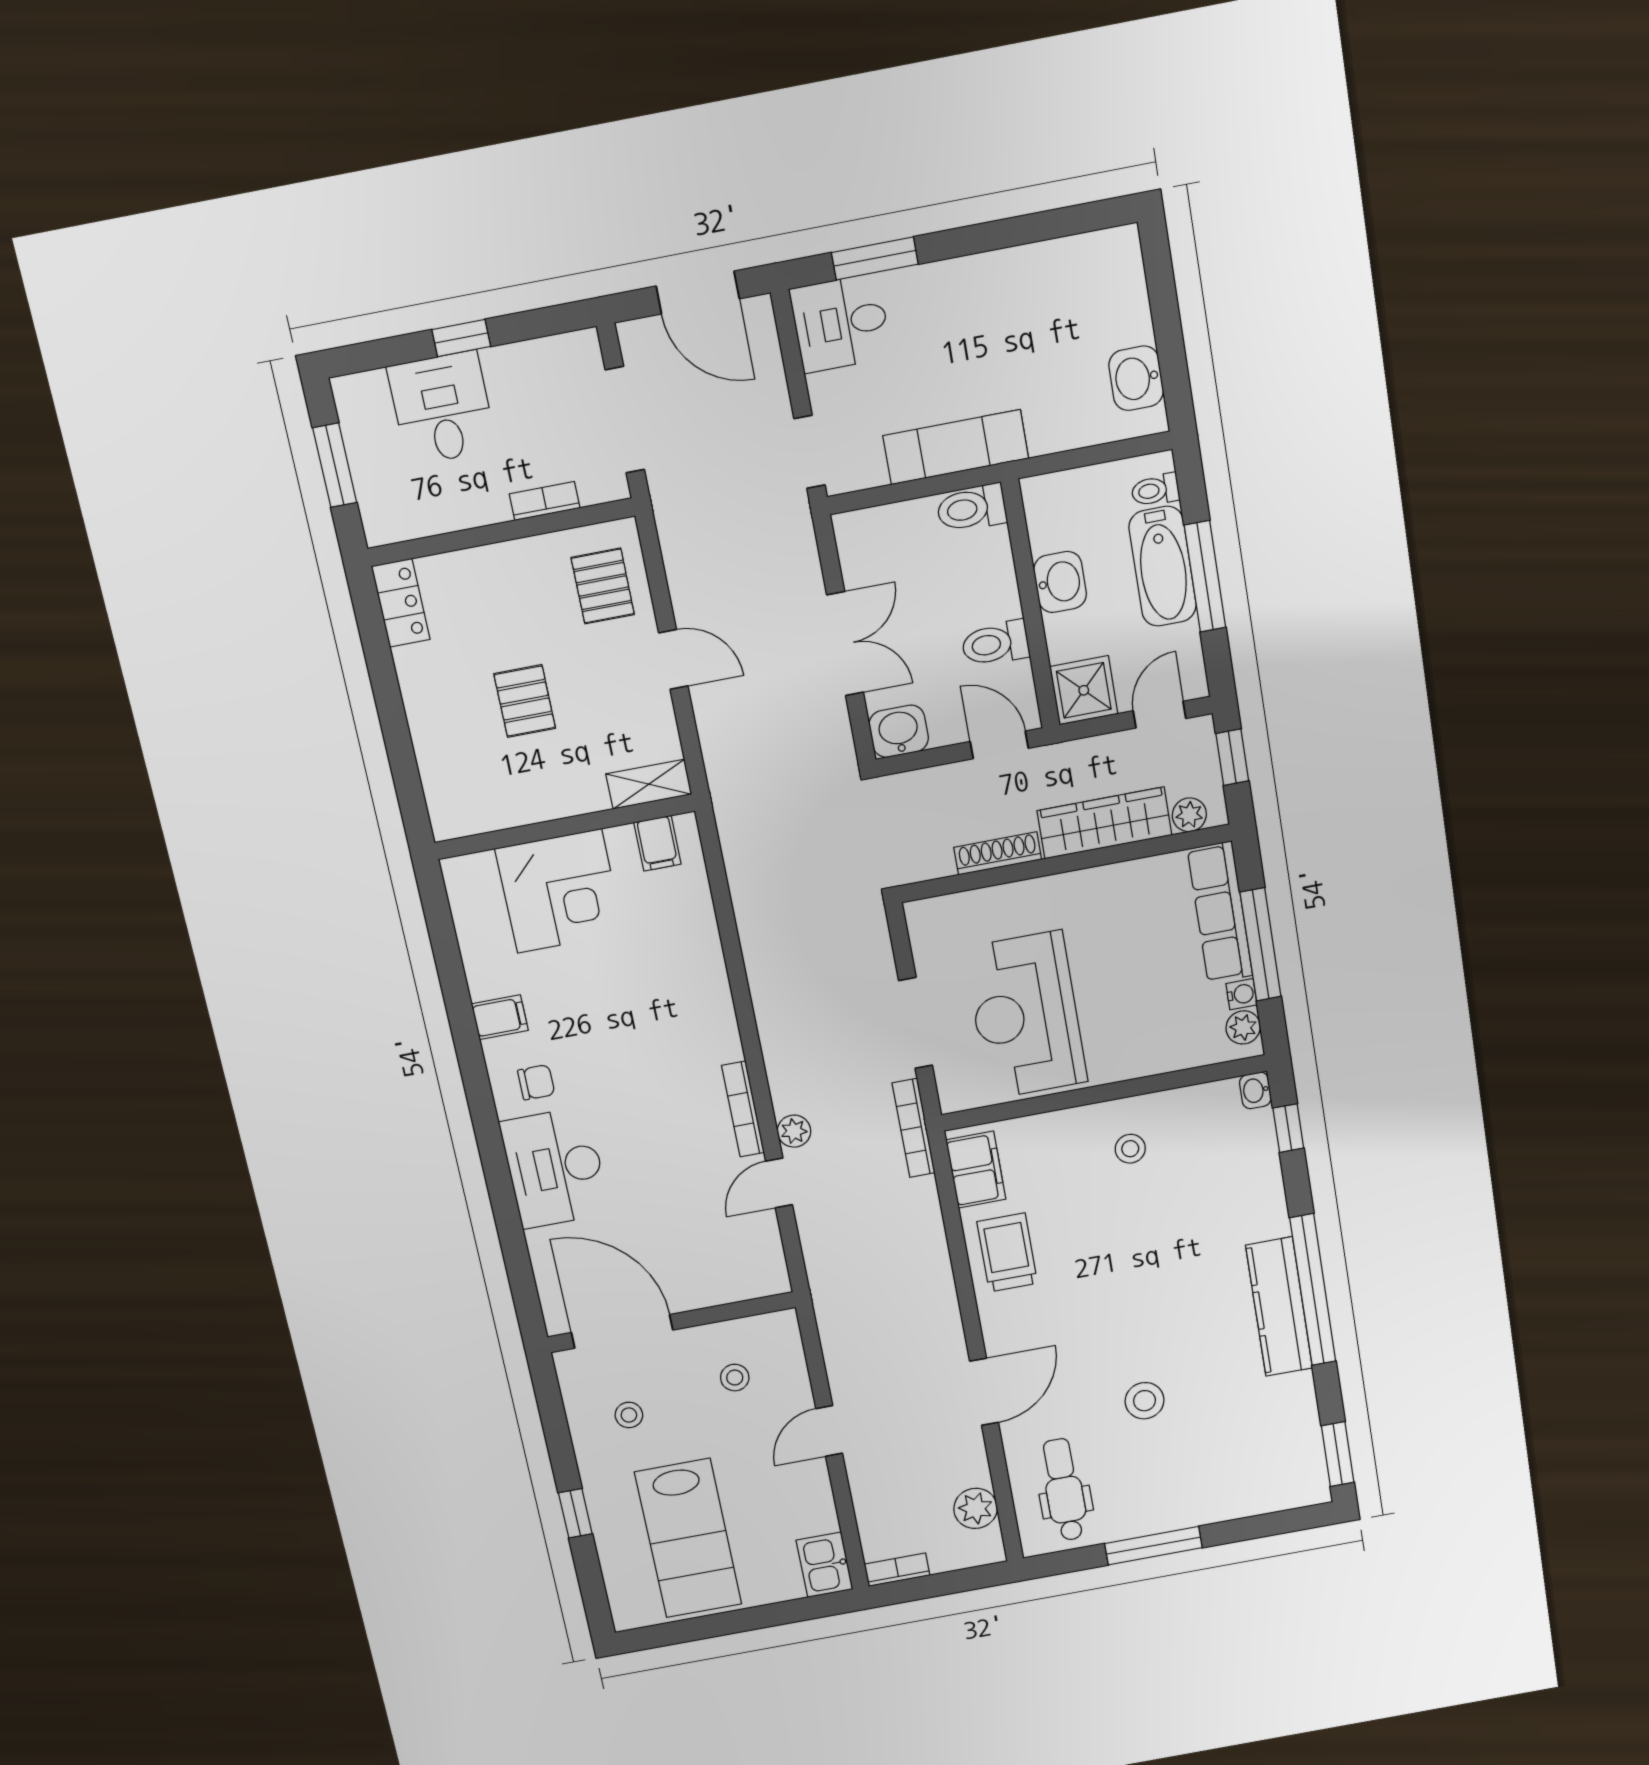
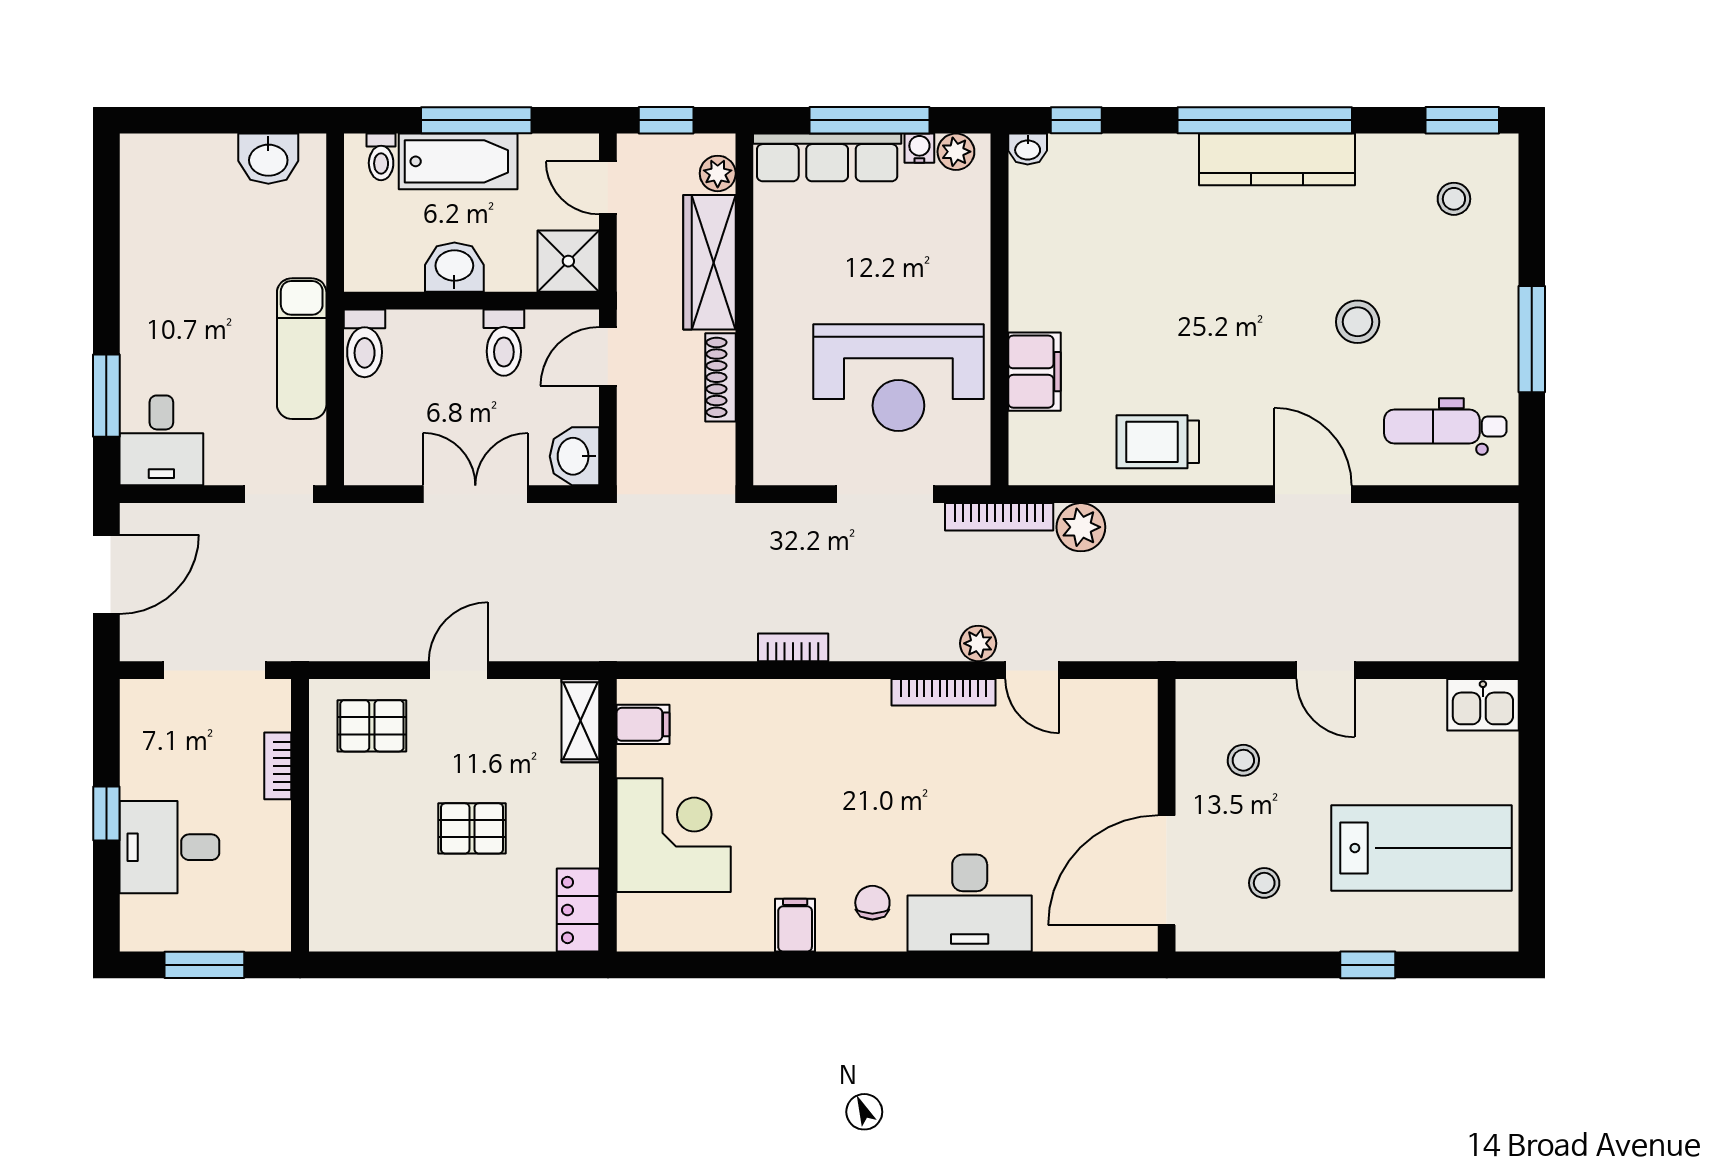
locker: (401, 603) -> (578, 910), moved, turned -90
stool: (1130, 1149) -> (1454, 199), moved
filing cabinet: (976, 1170) -> (1034, 372), moved, turned 90
plant: (976, 1508) -> (1081, 527), moved
bookcase: (897, 1570) -> (793, 647), moved, turned 90

